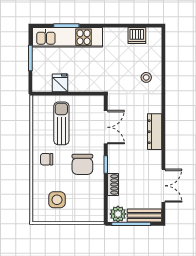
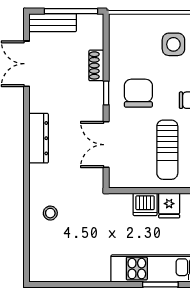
dishwasher: (137, 36) -> (145, 204), moved, turned 180
plant: (118, 214) -> (89, 25), removed

